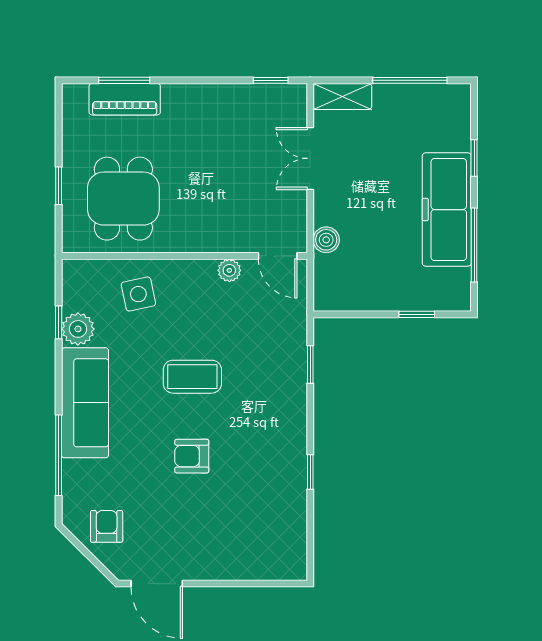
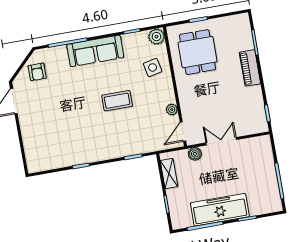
shelving: (342, 96) -> (169, 173), moved
piano: (125, 99) -> (250, 68), moved
double door: (310, 158) -> (221, 141), moved
dining table: (123, 199) -> (198, 52), turned 90
plant: (78, 329) -> (157, 37), moved
coffee table: (192, 377) -> (117, 101), turned 90
armchair: (192, 456) -> (79, 107), removed
armchair: (107, 526) -> (37, 72), turned 90

